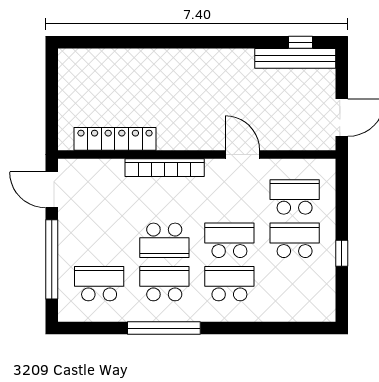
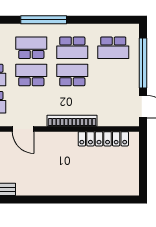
school desk: (229, 240) -> (31, 75), turned 180
school desk: (229, 284) -> (31, 48), turned 180
window: (164, 328) -> (44, 20), moved

